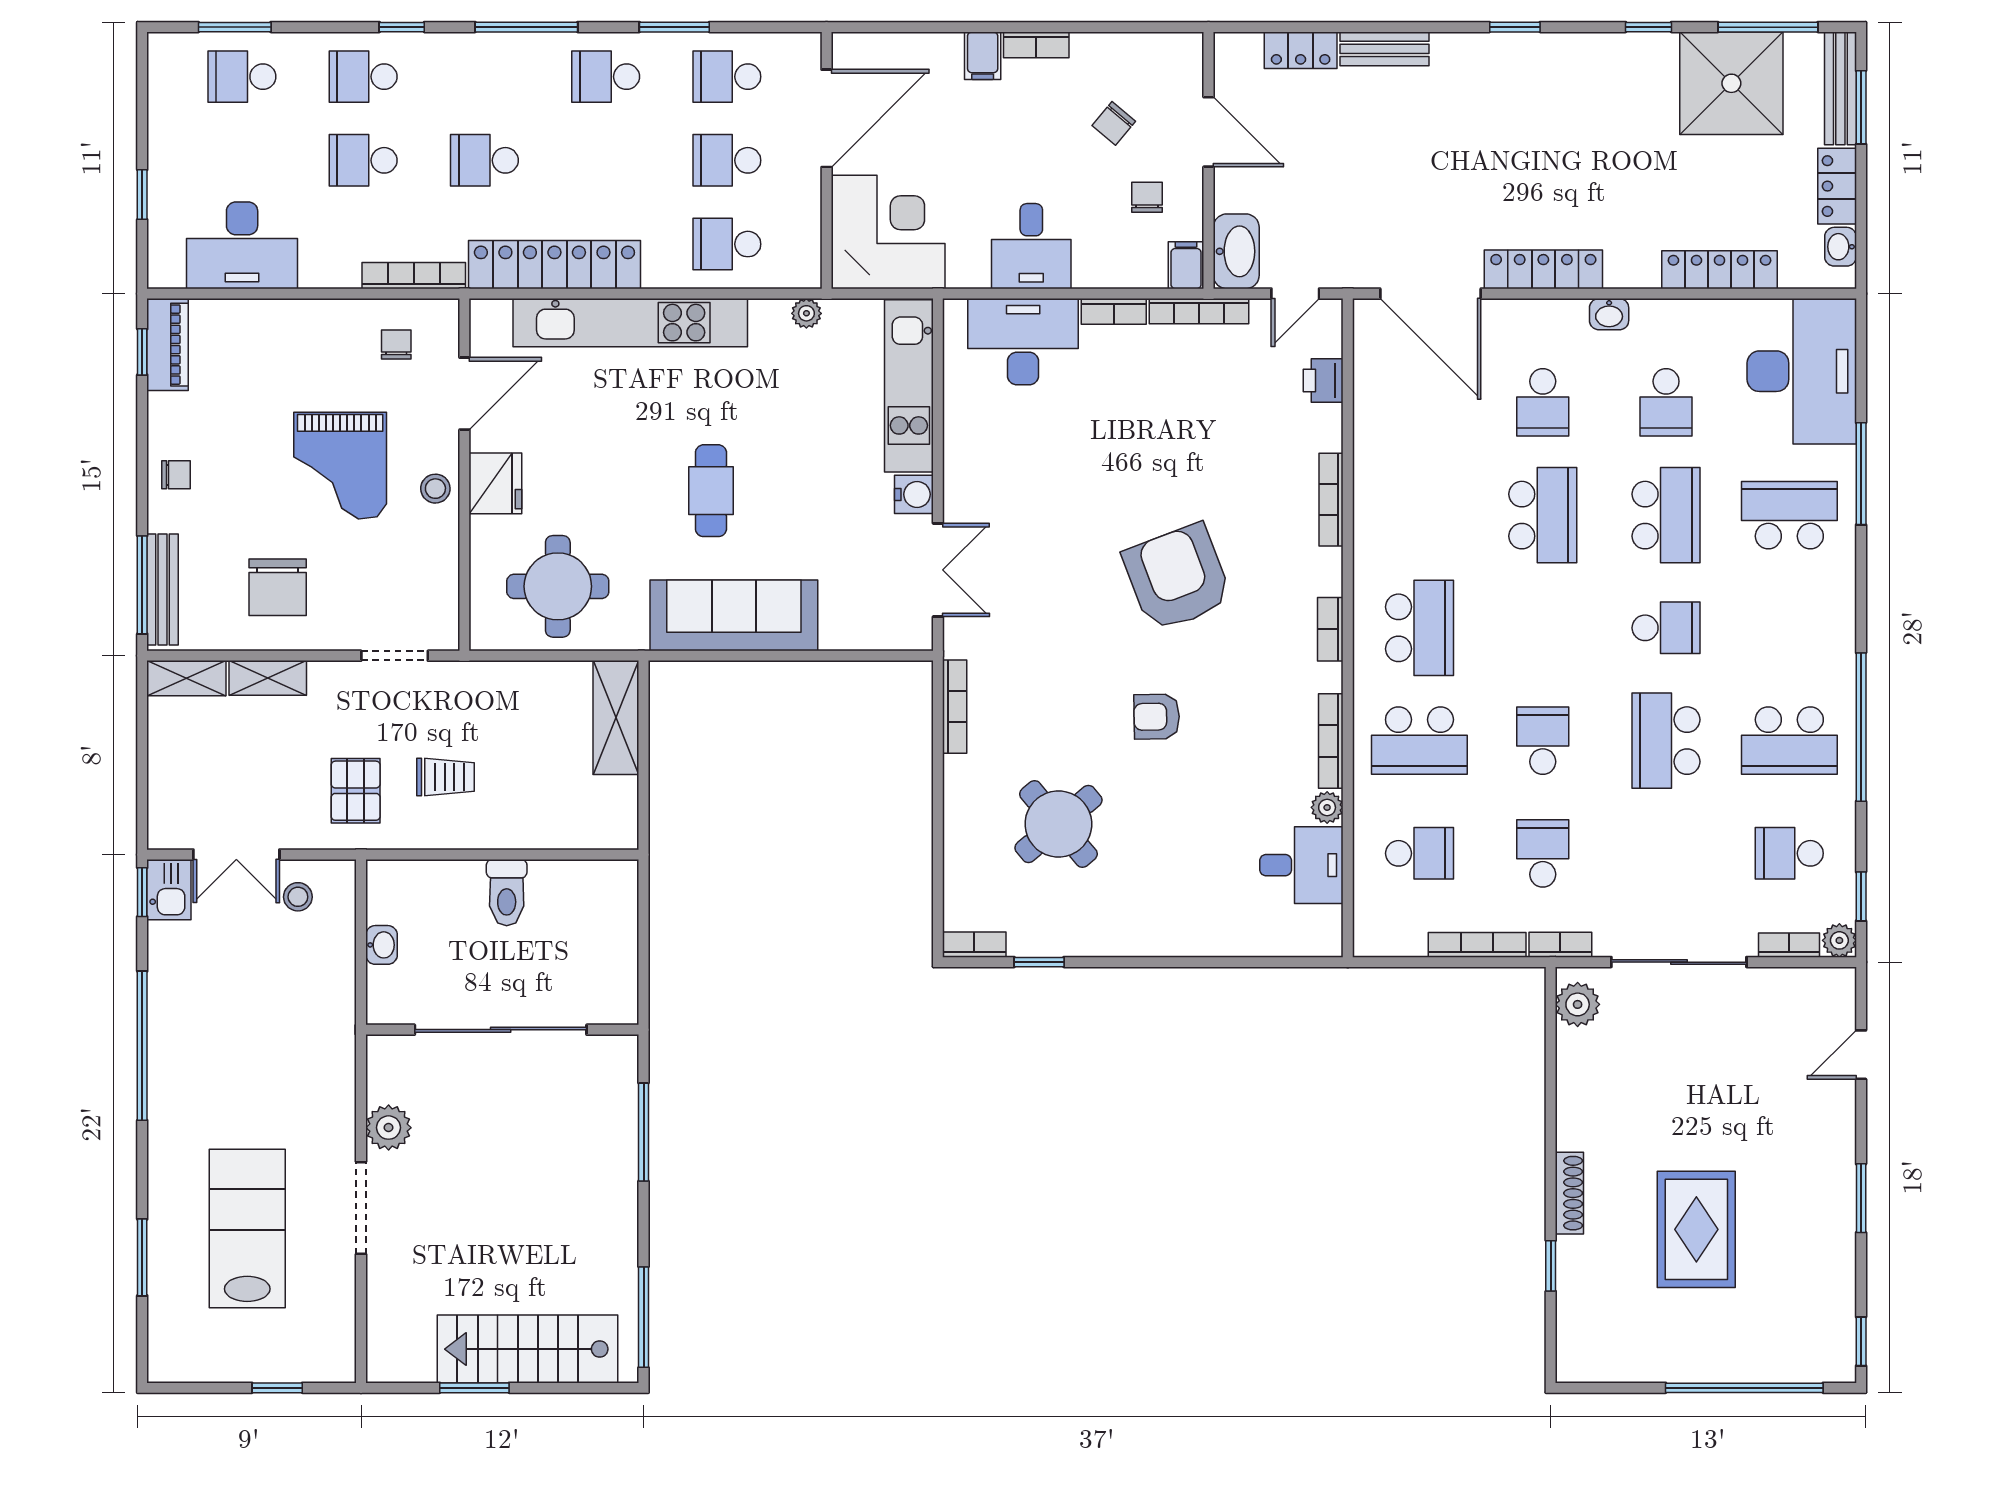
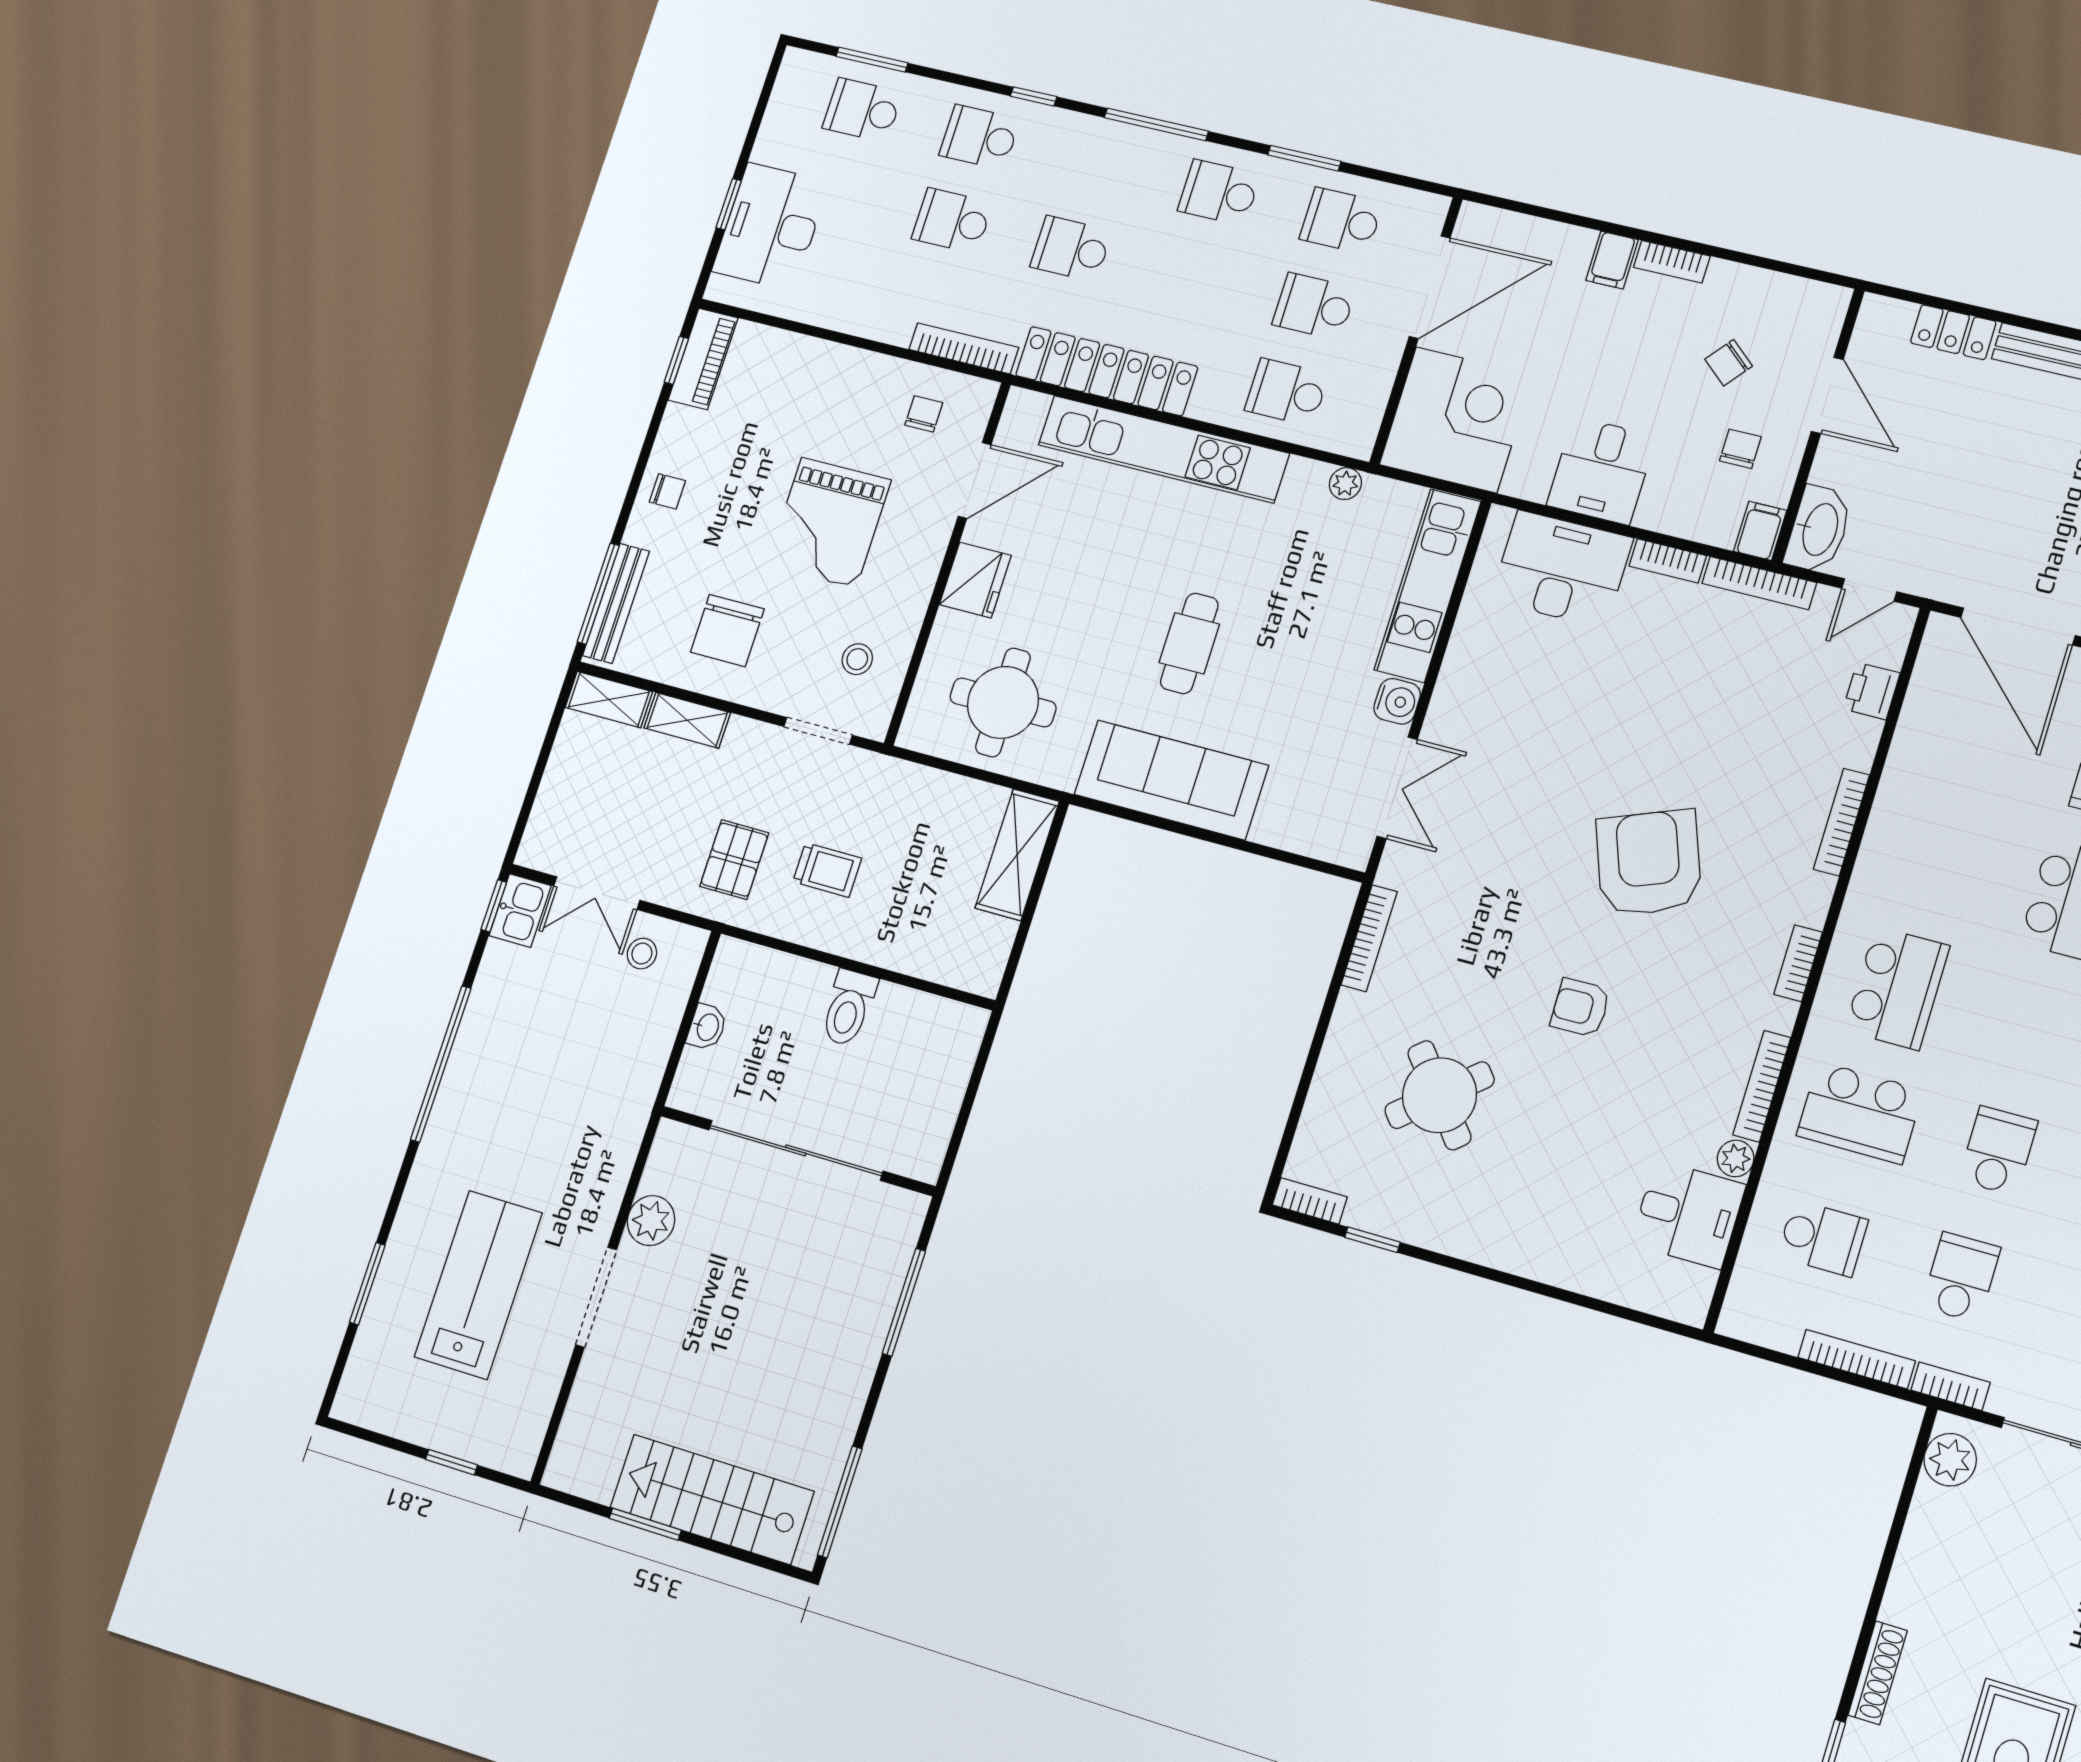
desk: (242, 245) -> (771, 227), moved, turned 90
stool: (435, 489) -> (857, 659), moved

